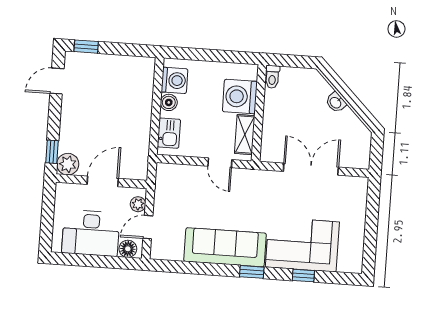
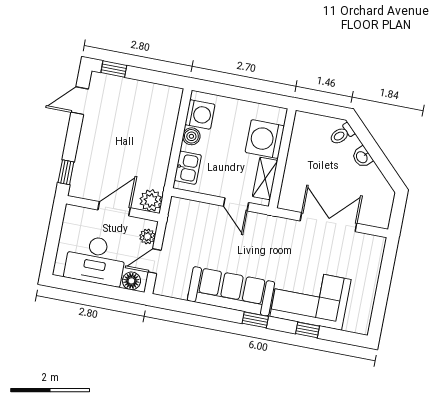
toilet: (272, 77) -> (342, 134), moved, turned 45
plant: (68, 164) -> (151, 200), moved

